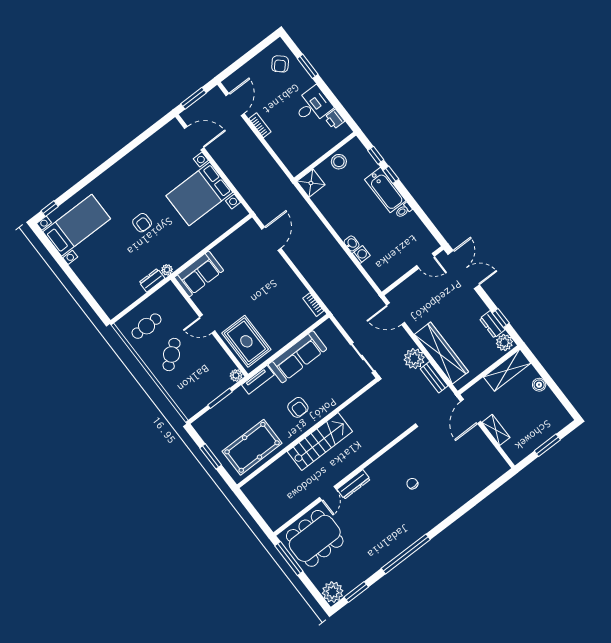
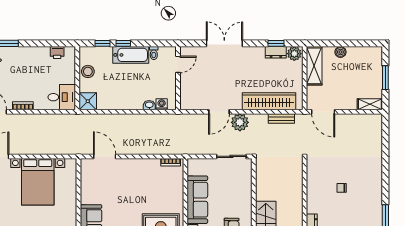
desk: (313, 106) -> (62, 97), moved, turned 90
door: (426, 261) -> (178, 64), moved
wall: (413, 271) -> (178, 78), moved
plant: (414, 359) -> (240, 122), moved
shelving: (496, 430) -> (370, 104), moved

